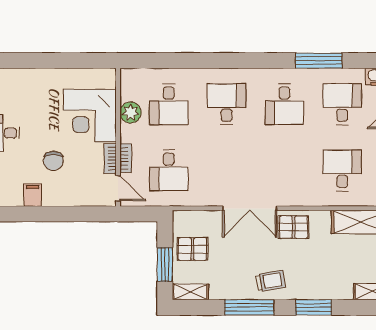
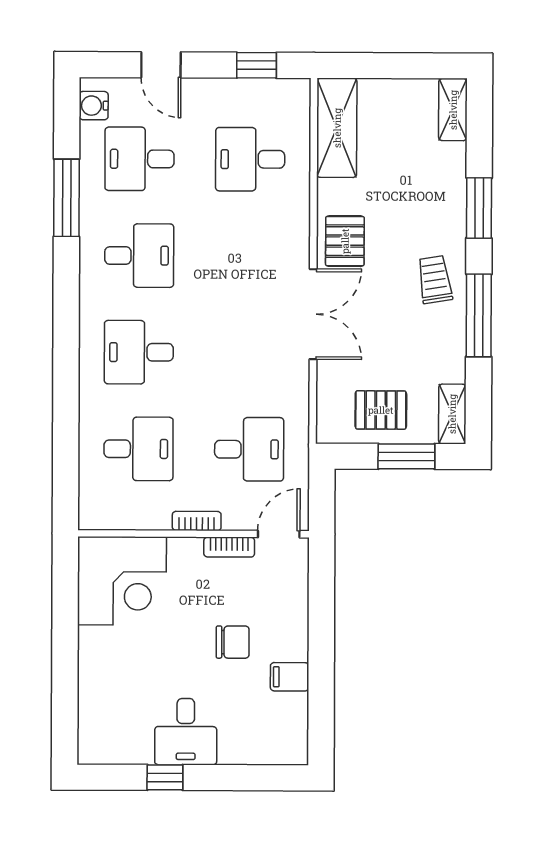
plant: (131, 113) -> (152, 513), removed
corner desk: (90, 116) -> (122, 581), moved
bookcase: (126, 158) -> (197, 521), moved
pallet: (193, 249) -> (381, 410), turned 90

